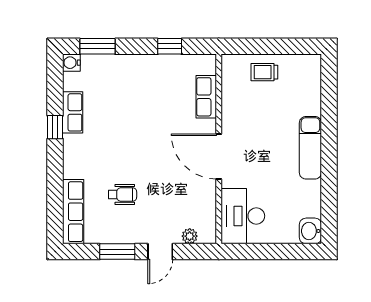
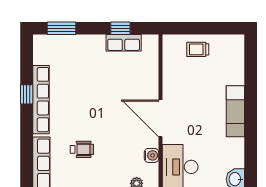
water cooler: (71, 63) -> (151, 155), moved, turned 180
row of seats: (206, 97) -> (124, 43), moved, turned -90
row of seats: (73, 112) -> (41, 100), width x2.02

